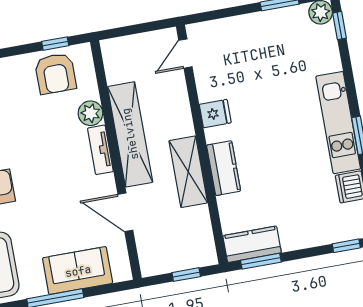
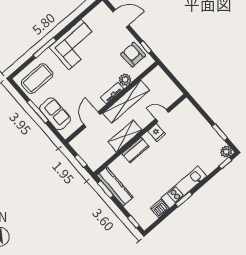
door: (185, 54) -> (162, 116), moved
armchair: (55, 74) -> (133, 55), turned 90
kitchen counter: (252, 244) -> (115, 186), width x1.50

